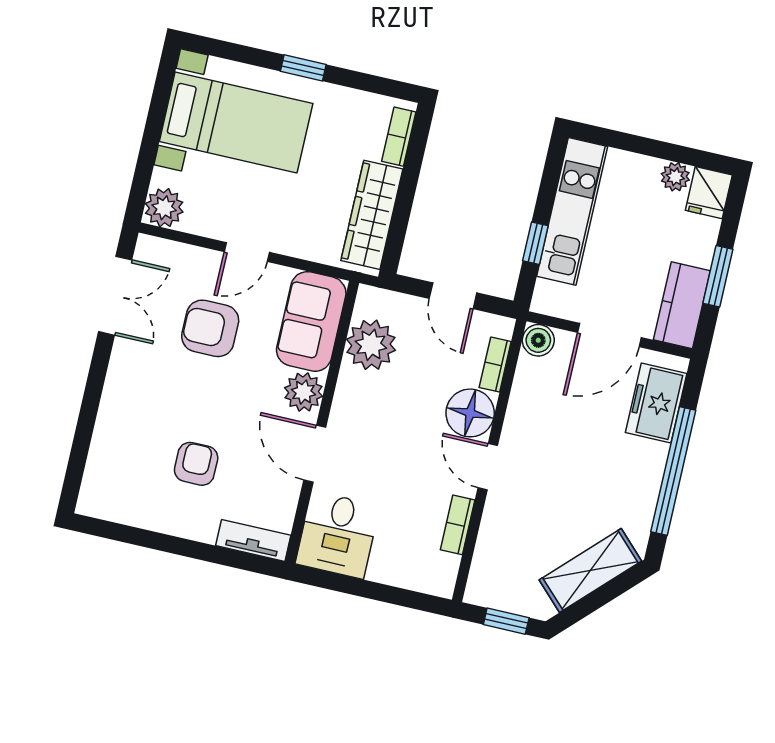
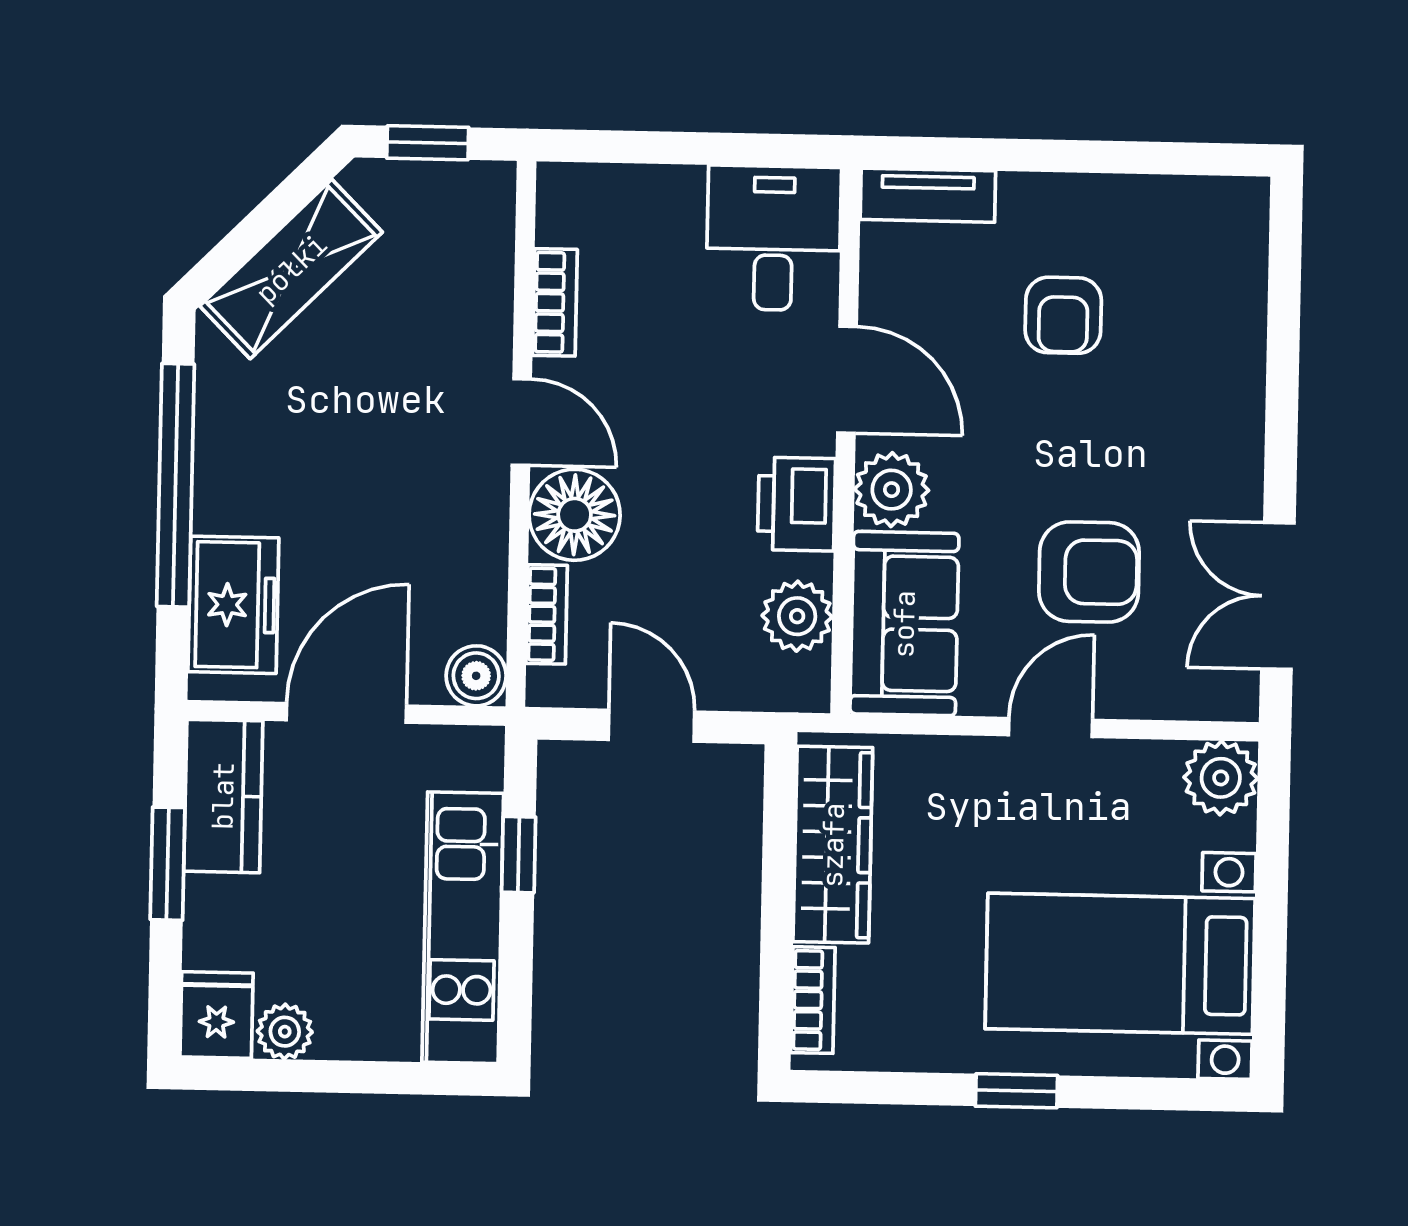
plant: (371, 345) -> (797, 616), width x0.73, depth x0.73
printer: (354, 395) -> (796, 504), added

